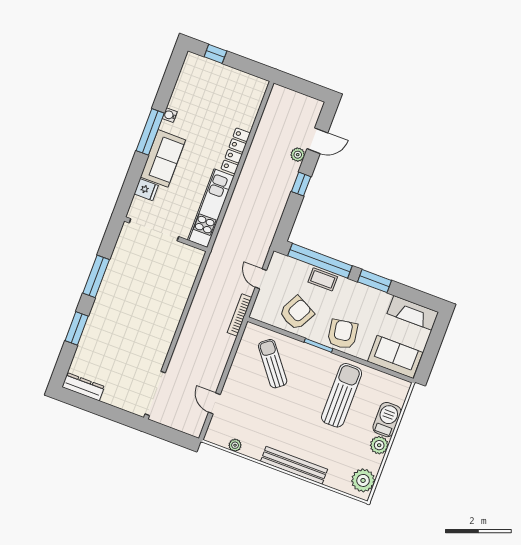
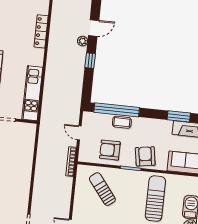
locker: (236, 151) -> (41, 31), moved
window: (374, 281) -> (179, 116), moved
armchair: (297, 313) -> (110, 150), turned -118

